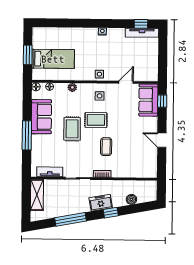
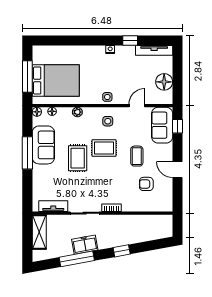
window: (141, 24) -> (130, 41), moved
window: (28, 55) -> (27, 76), width x1.44
bed: (53, 59) -> (56, 80), width x1.50
floor lamp: (151, 61) -> (164, 82), added
window: (27, 135) -> (27, 153), moved
coffee table: (106, 147) -> (137, 156), moved
armchair: (134, 153) -> (146, 184), added
boiler: (131, 199) -> (144, 236), removed
freezer: (101, 203) -> (85, 245), moved

